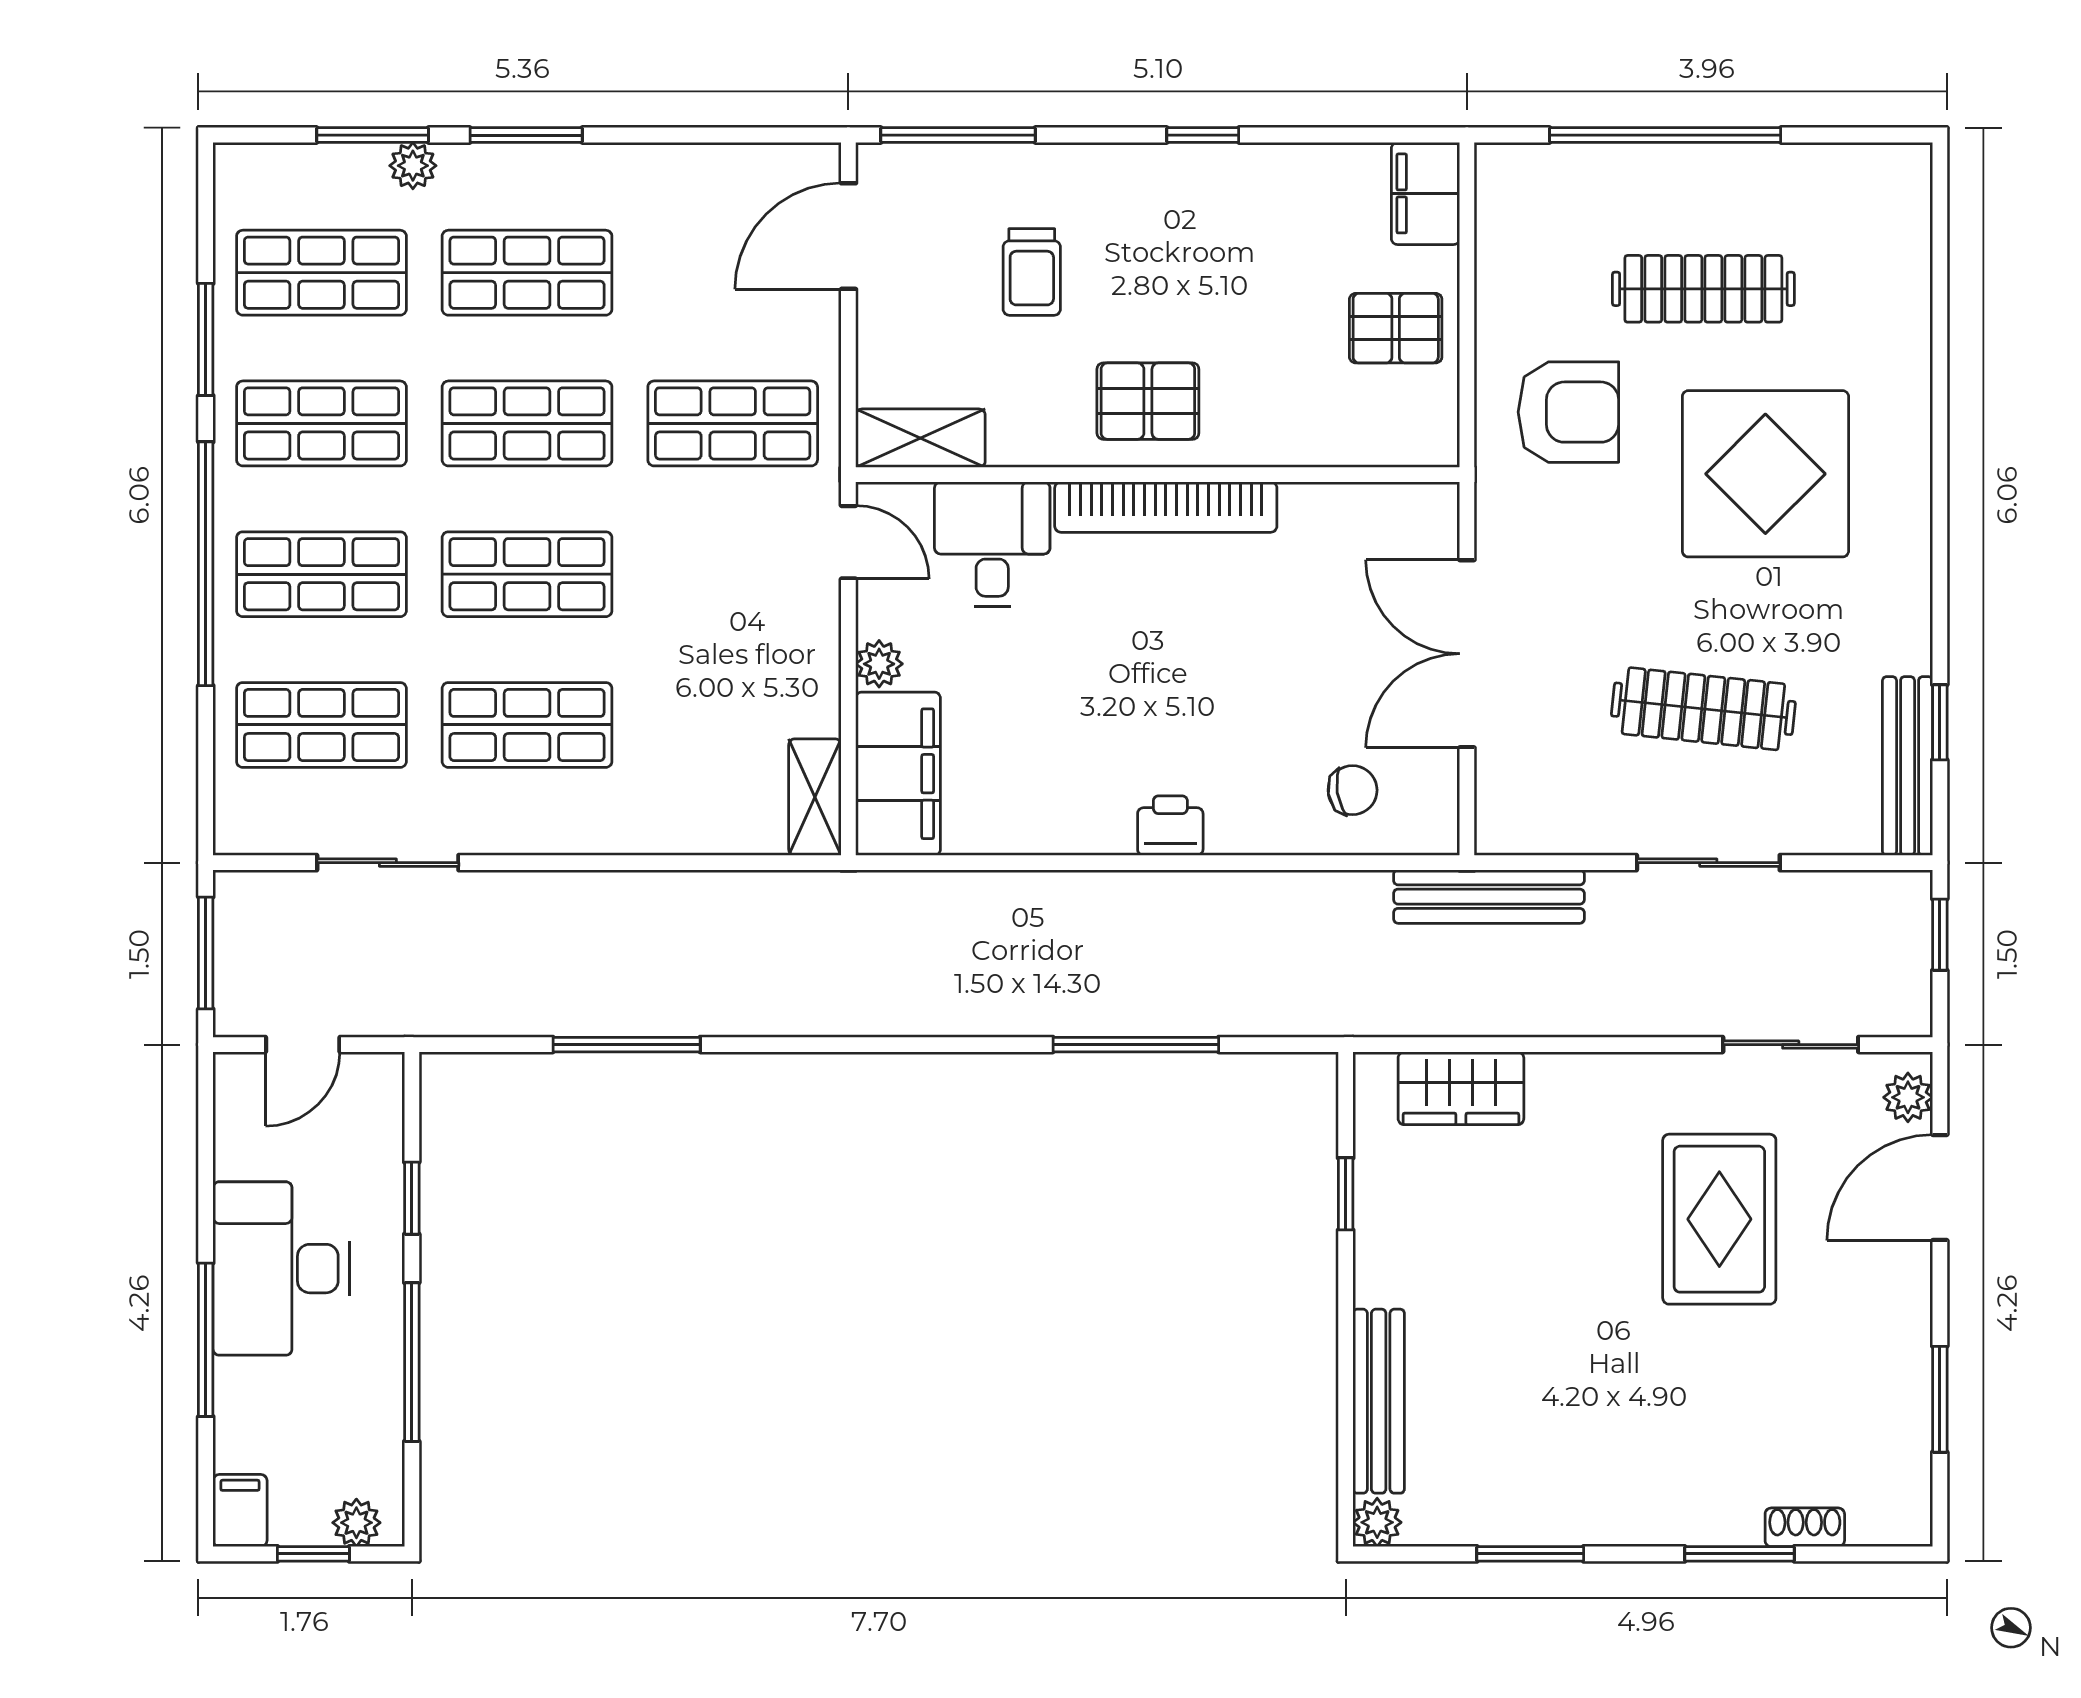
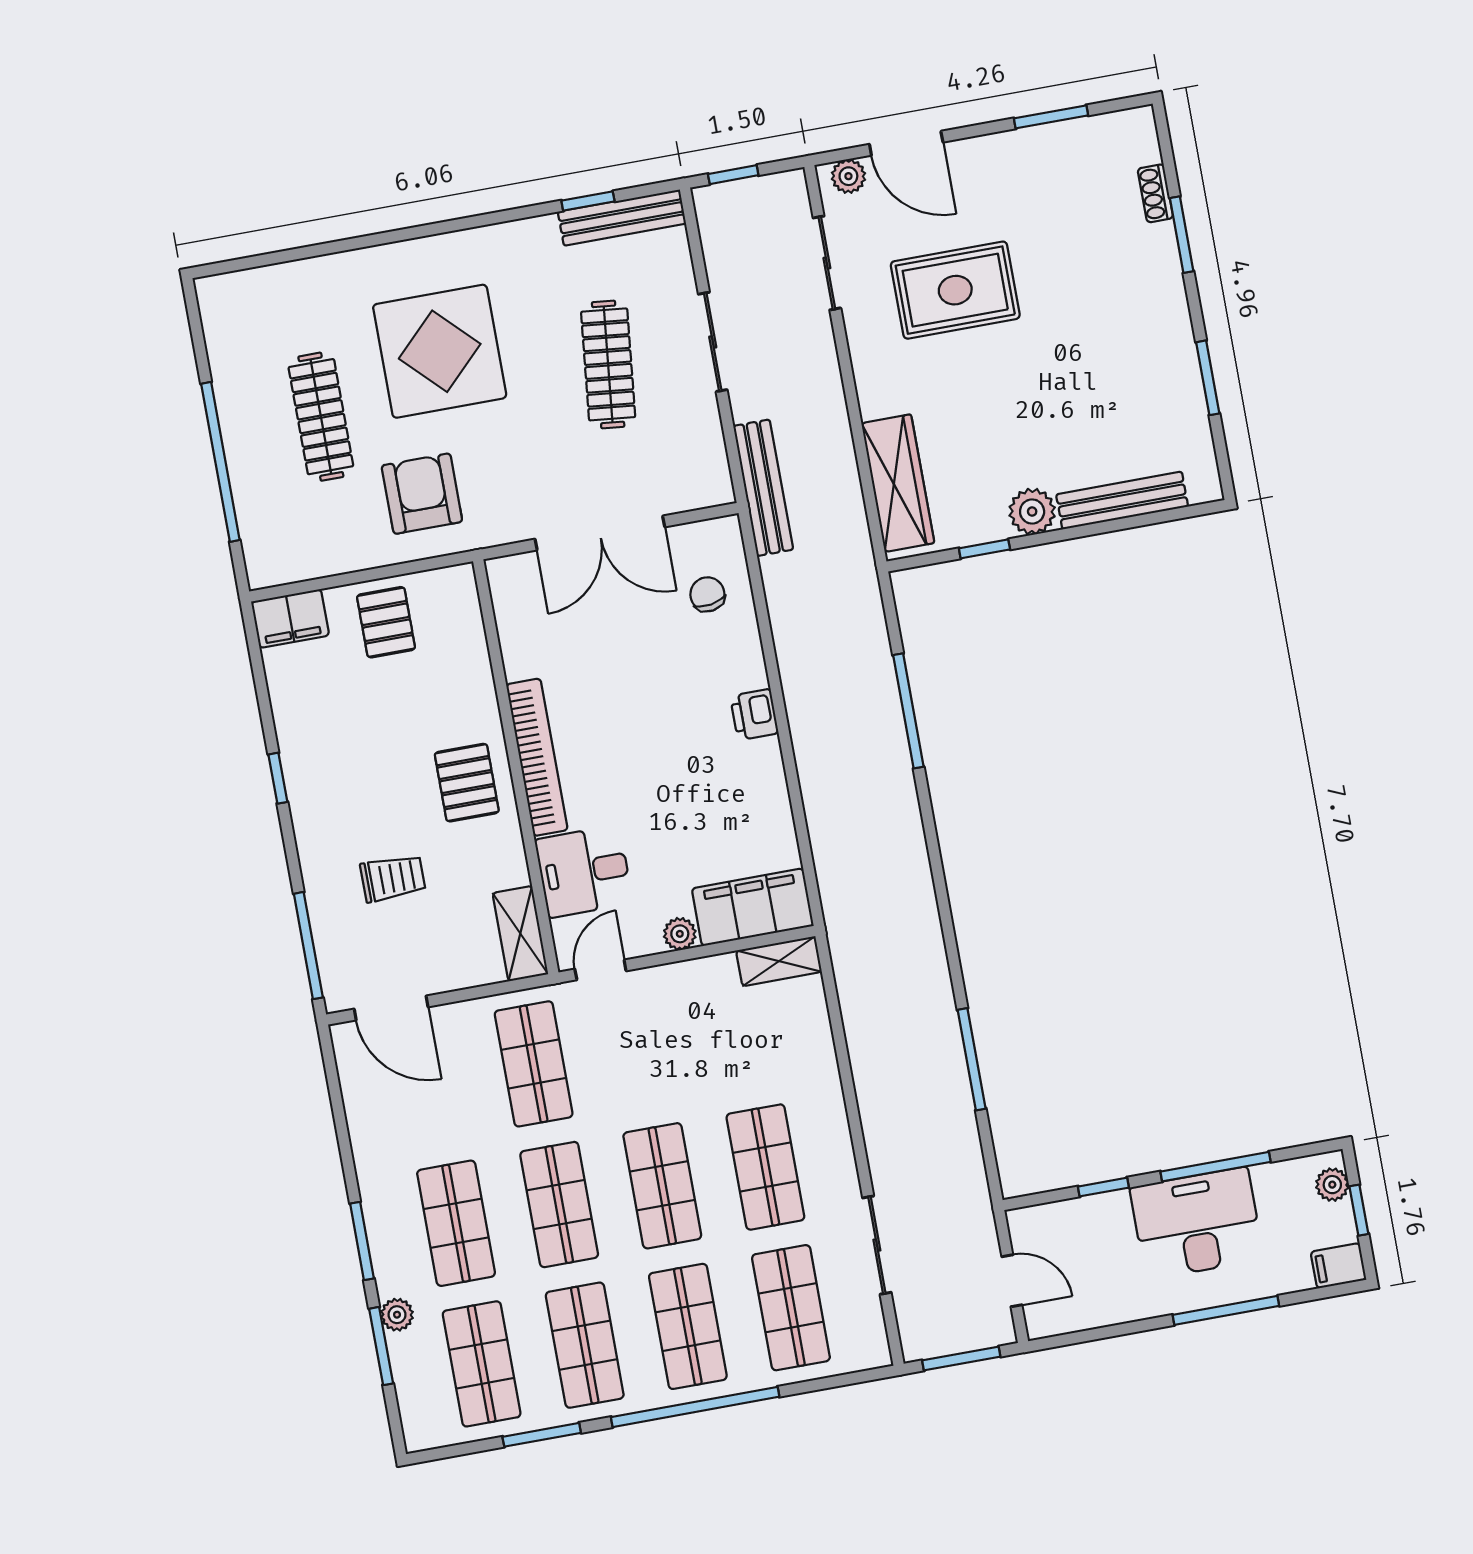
wardrobe: (1461, 1088) -> (898, 483), width x1.50
desk: (281, 1269) -> (1197, 1223), moved, turned 180
plant: (1377, 1522) -> (1032, 511), moved, width x1.38, depth x1.38

